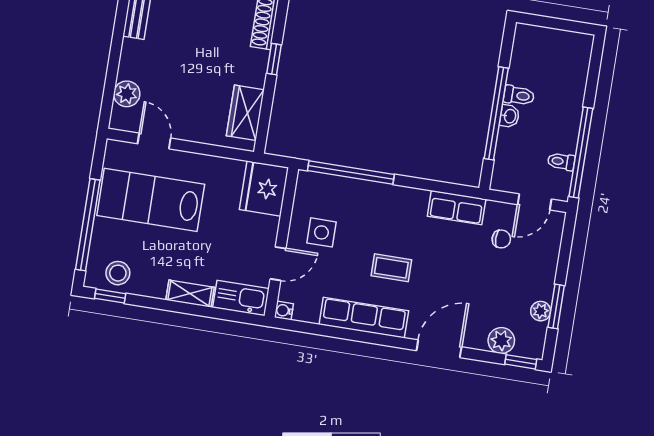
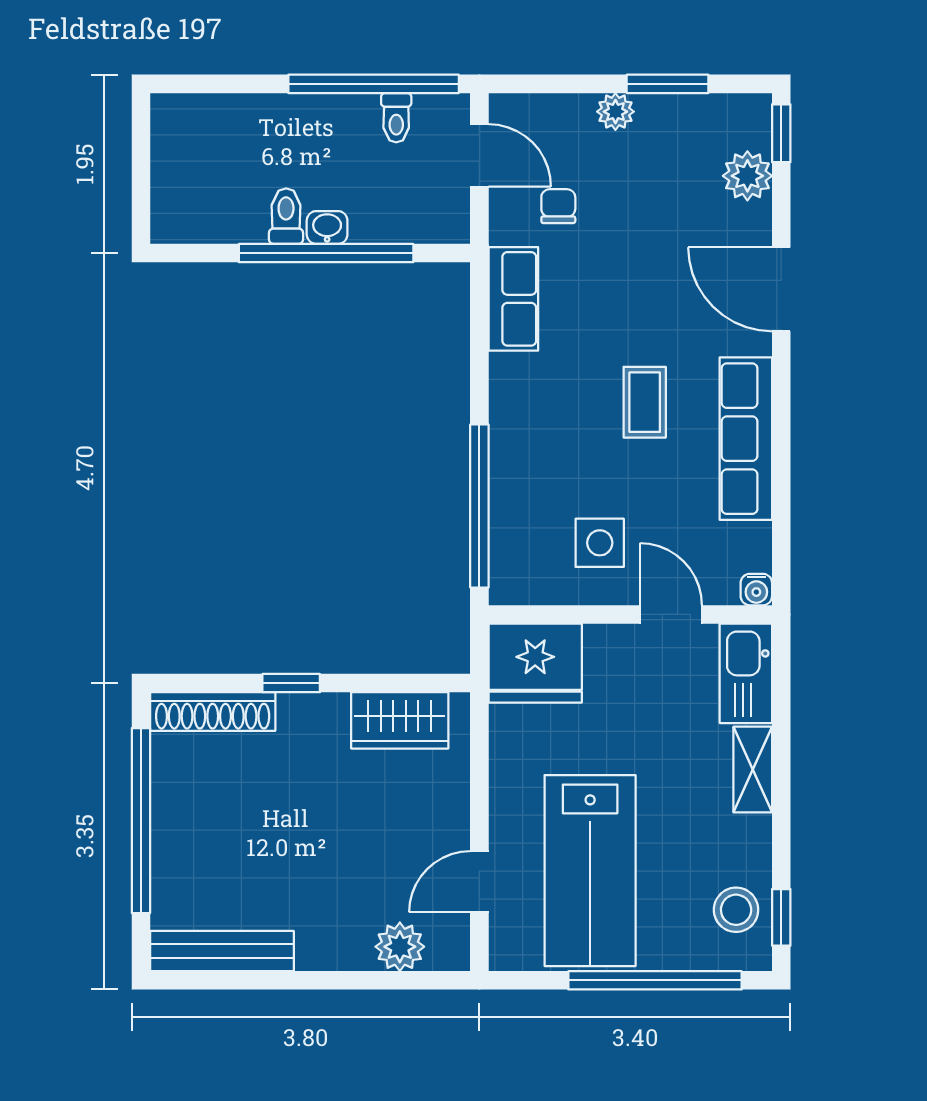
plant: (541, 311) -> (615, 112), moved

